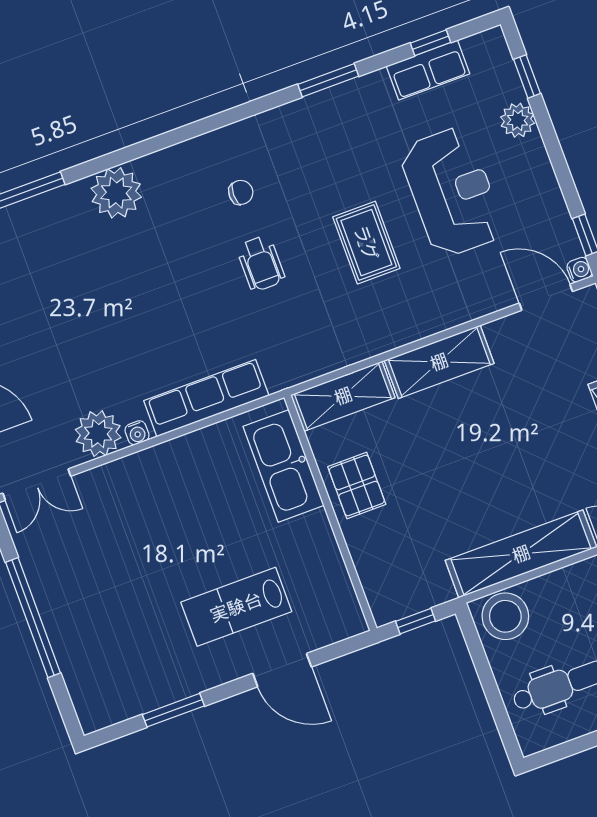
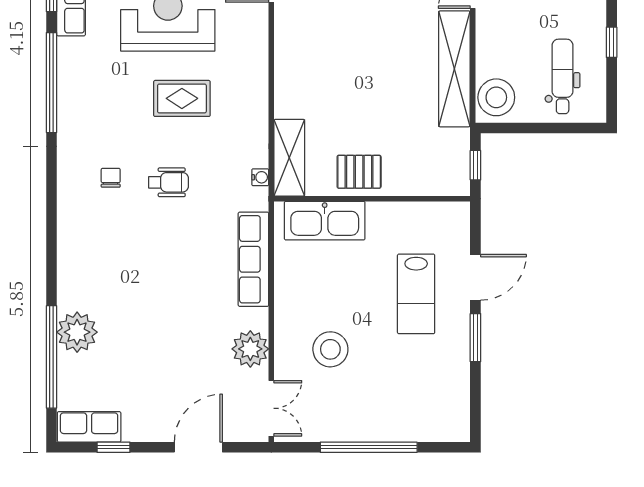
window: (328, 80) -> (51, 83), width x2.11
plant: (116, 193) -> (77, 332), moved
shelving: (439, 362) -> (290, 77), removed
water cooler: (137, 433) -> (260, 177), moved
stool: (133, 529) -> (330, 349), added
window: (173, 710) -> (475, 338), moved

